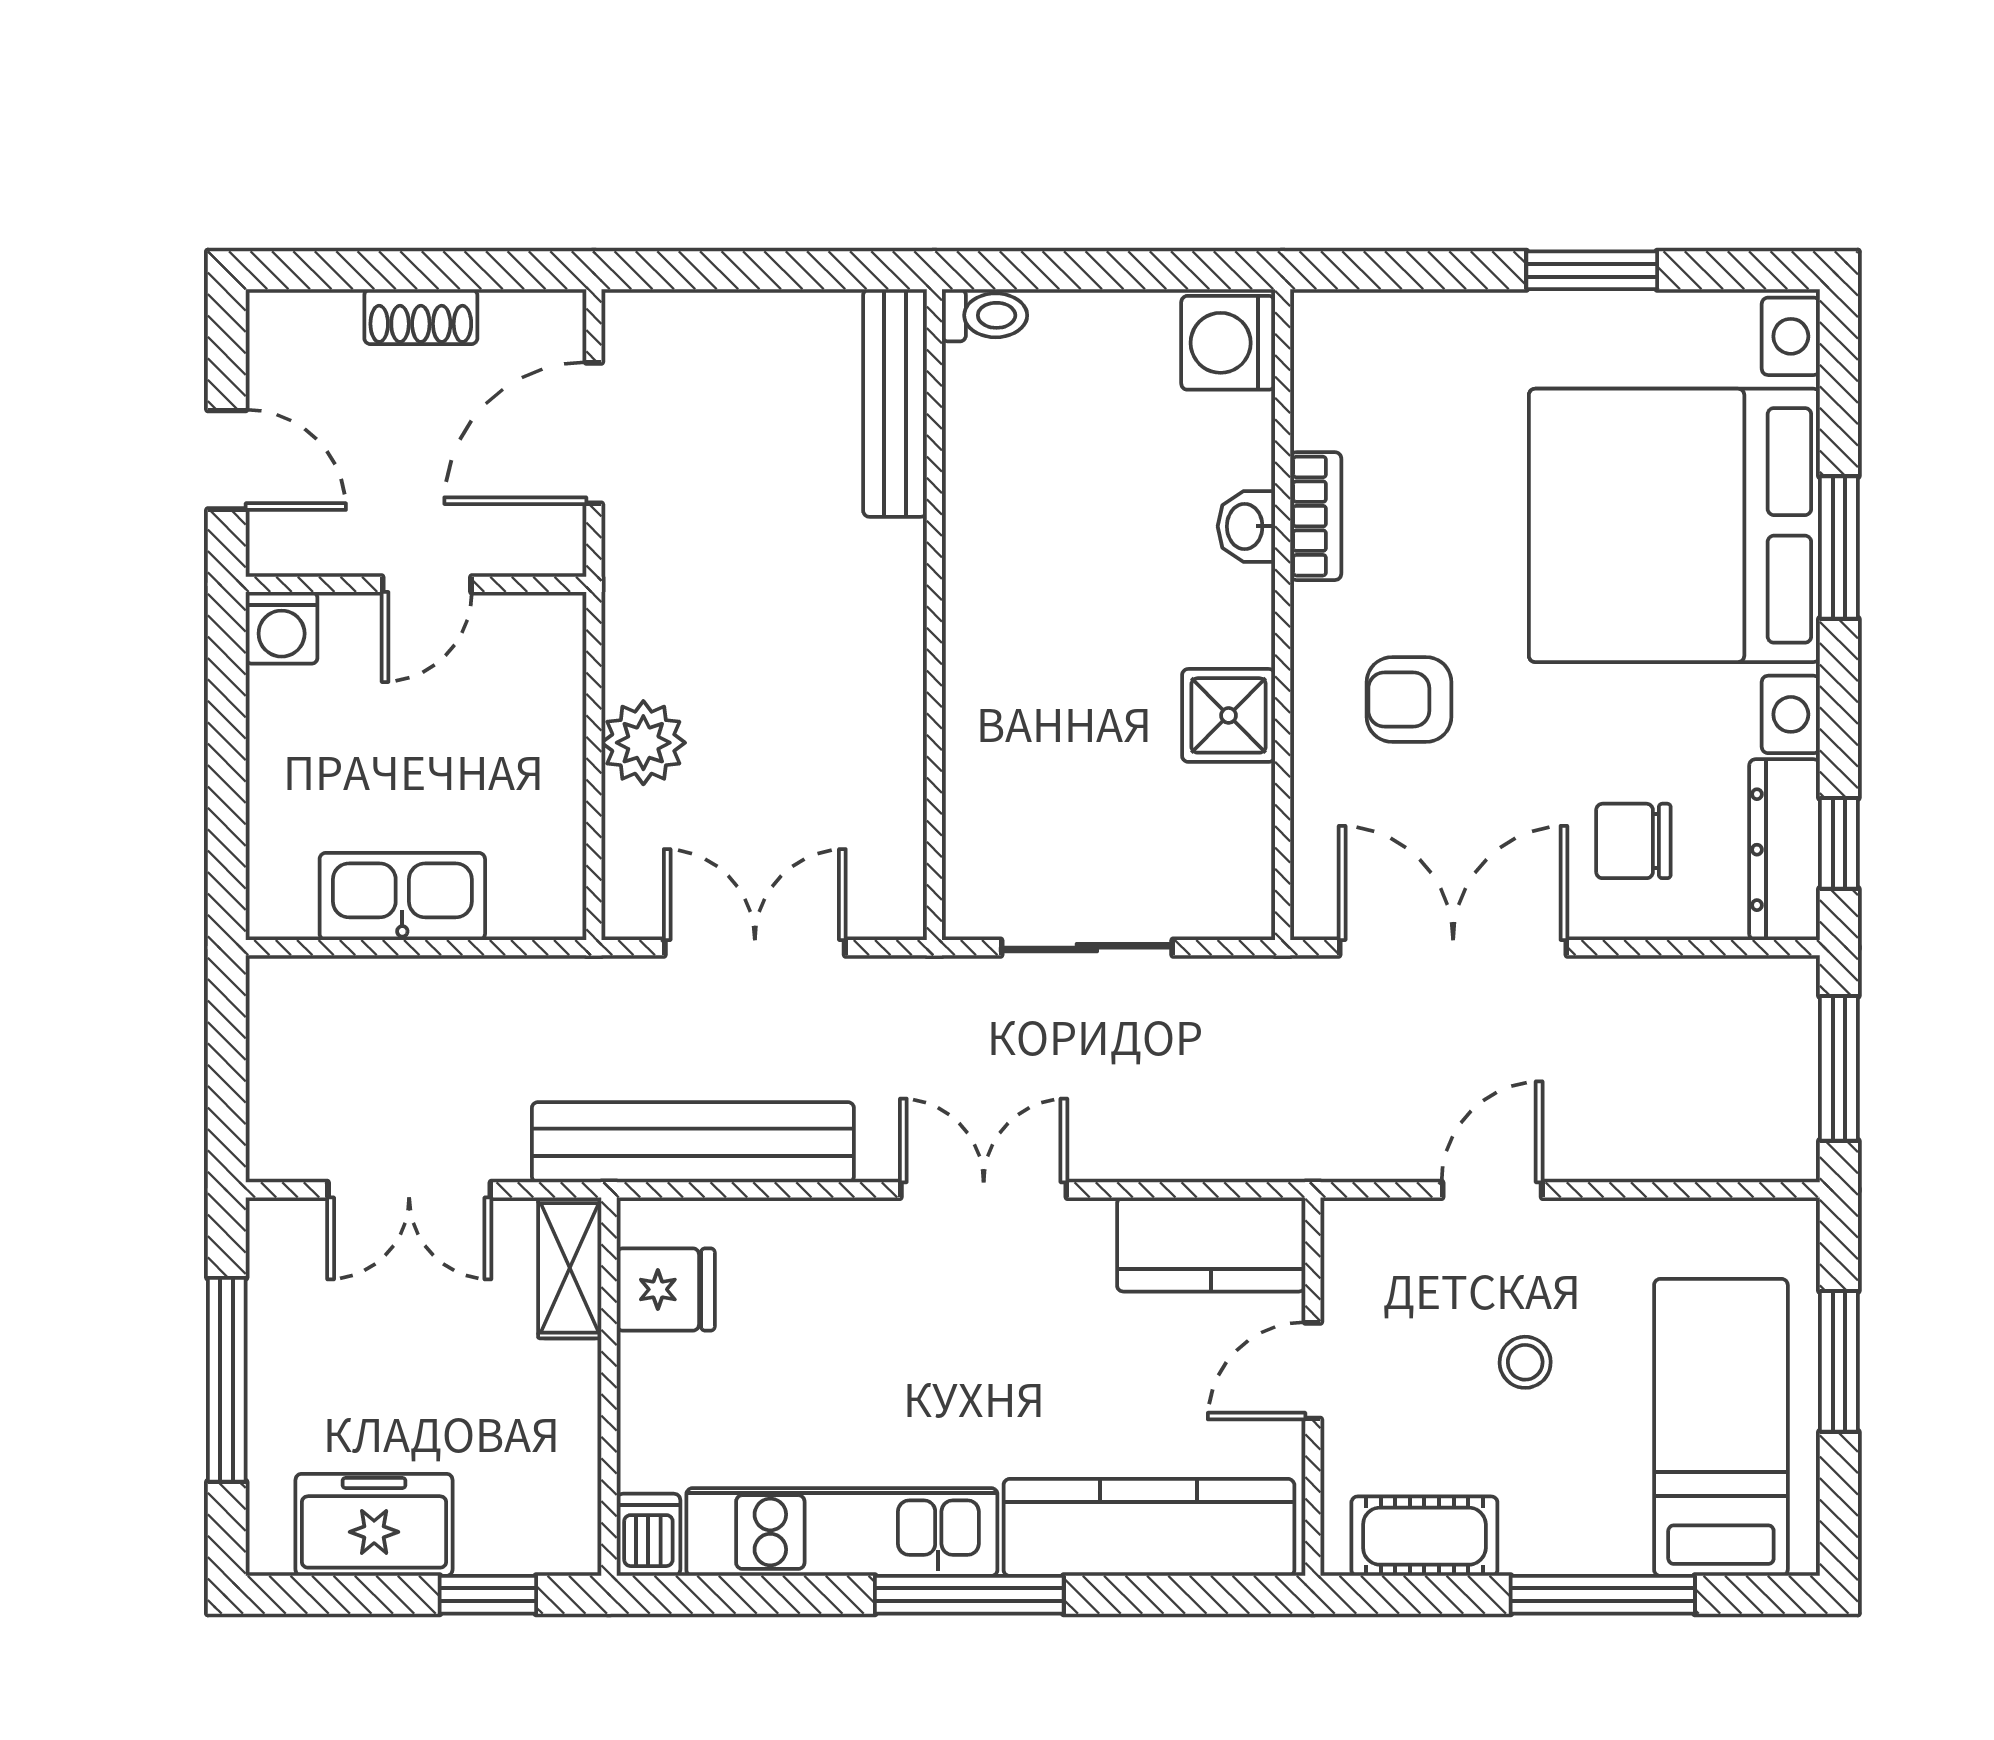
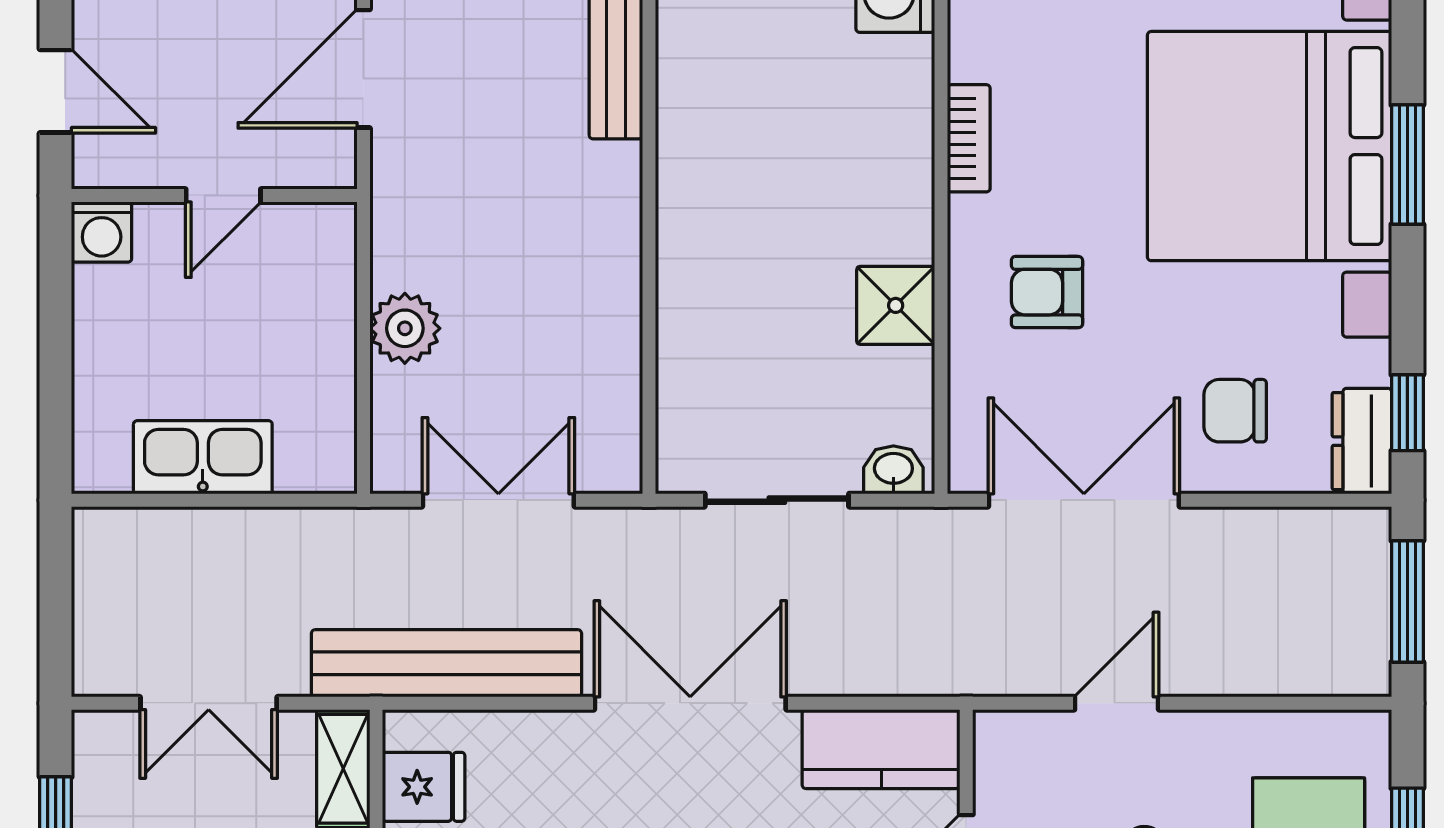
washbasin: (1246, 526) -> (893, 470), moved, turned 90
dresser: (1785, 850) -> (1362, 441), width x0.70
double door: (984, 1190) -> (690, 703), width x1.37

